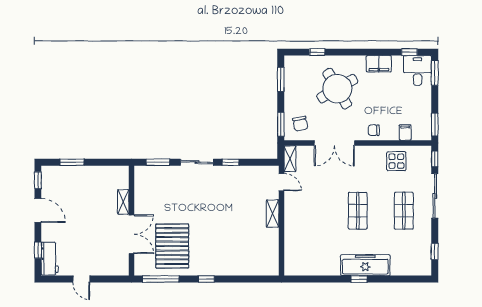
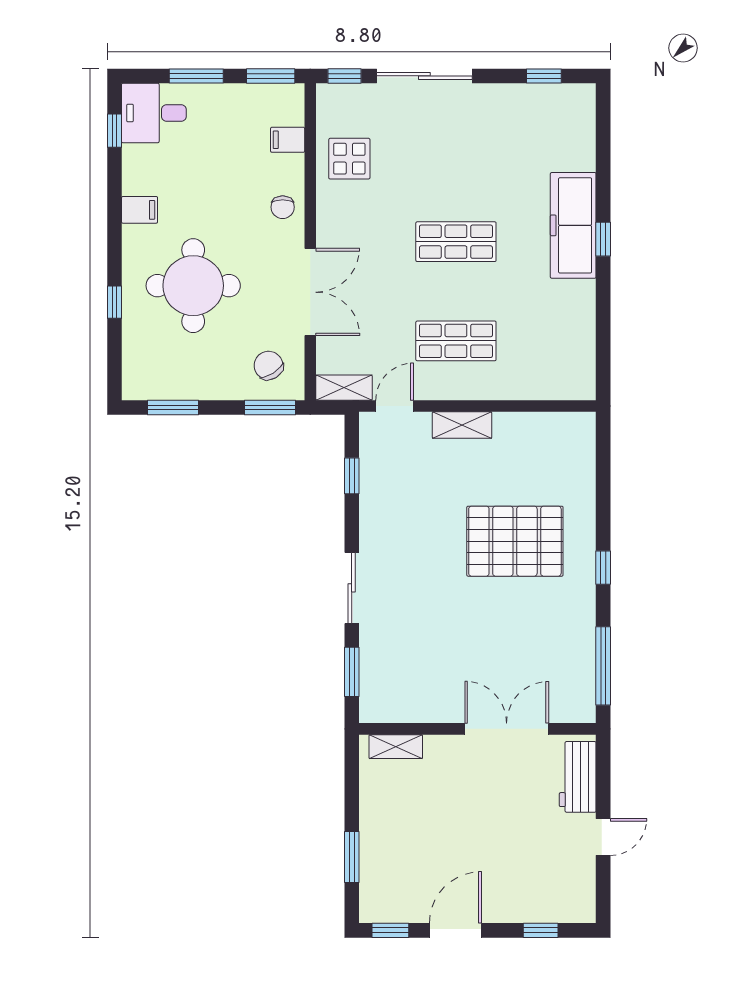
window: (317, 52) -> (114, 302), moved
filing cabinet: (379, 64) -> (140, 210), width x0.50
window: (435, 73) -> (196, 76), moved
round table: (337, 89) -> (193, 286), turned 30
chair: (300, 124) -> (268, 365), turned -111
window: (231, 162) -> (352, 476), moved
shelving: (123, 202) -> (396, 747), moved
shop shelf: (404, 211) -> (456, 341), moved
pallet: (172, 246) -> (515, 541), moved
workbench: (50, 259) -> (578, 777), moved, turned -90

